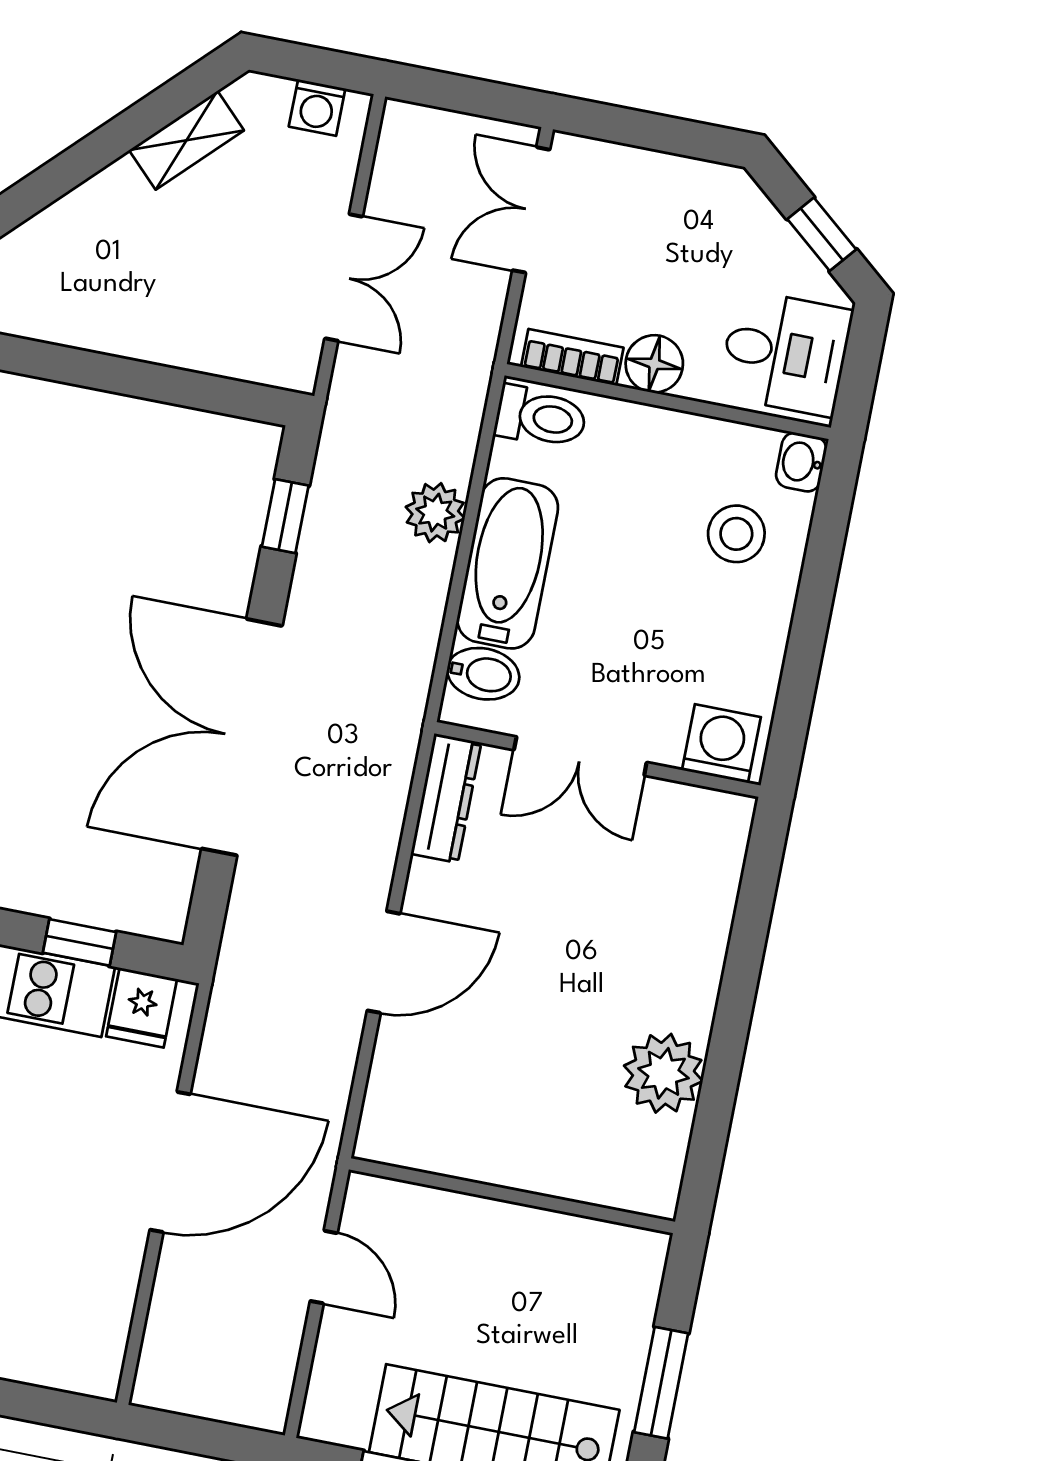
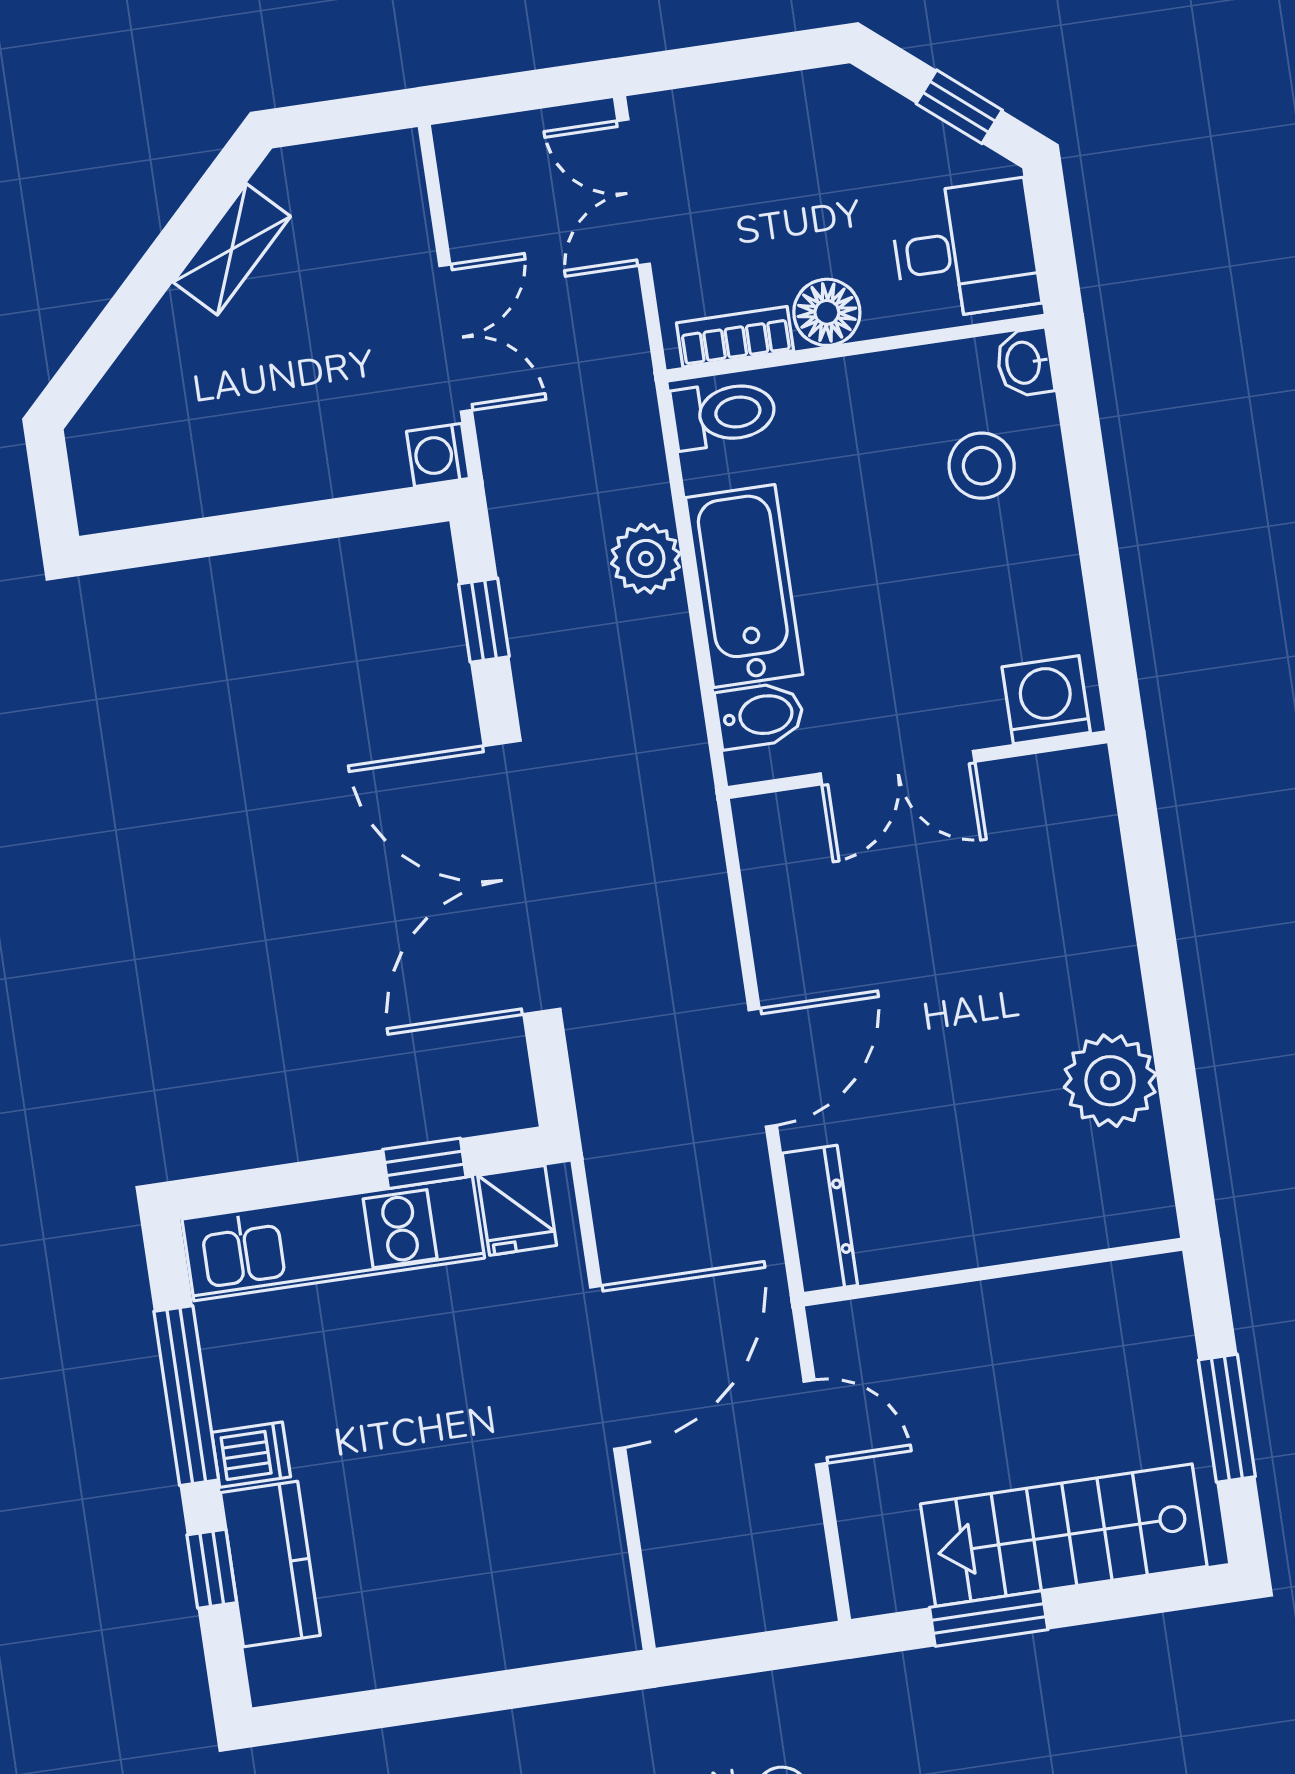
washing machine: (317, 108) -> (438, 455), moved, turned 90
dresser: (446, 798) -> (820, 1219), moved

